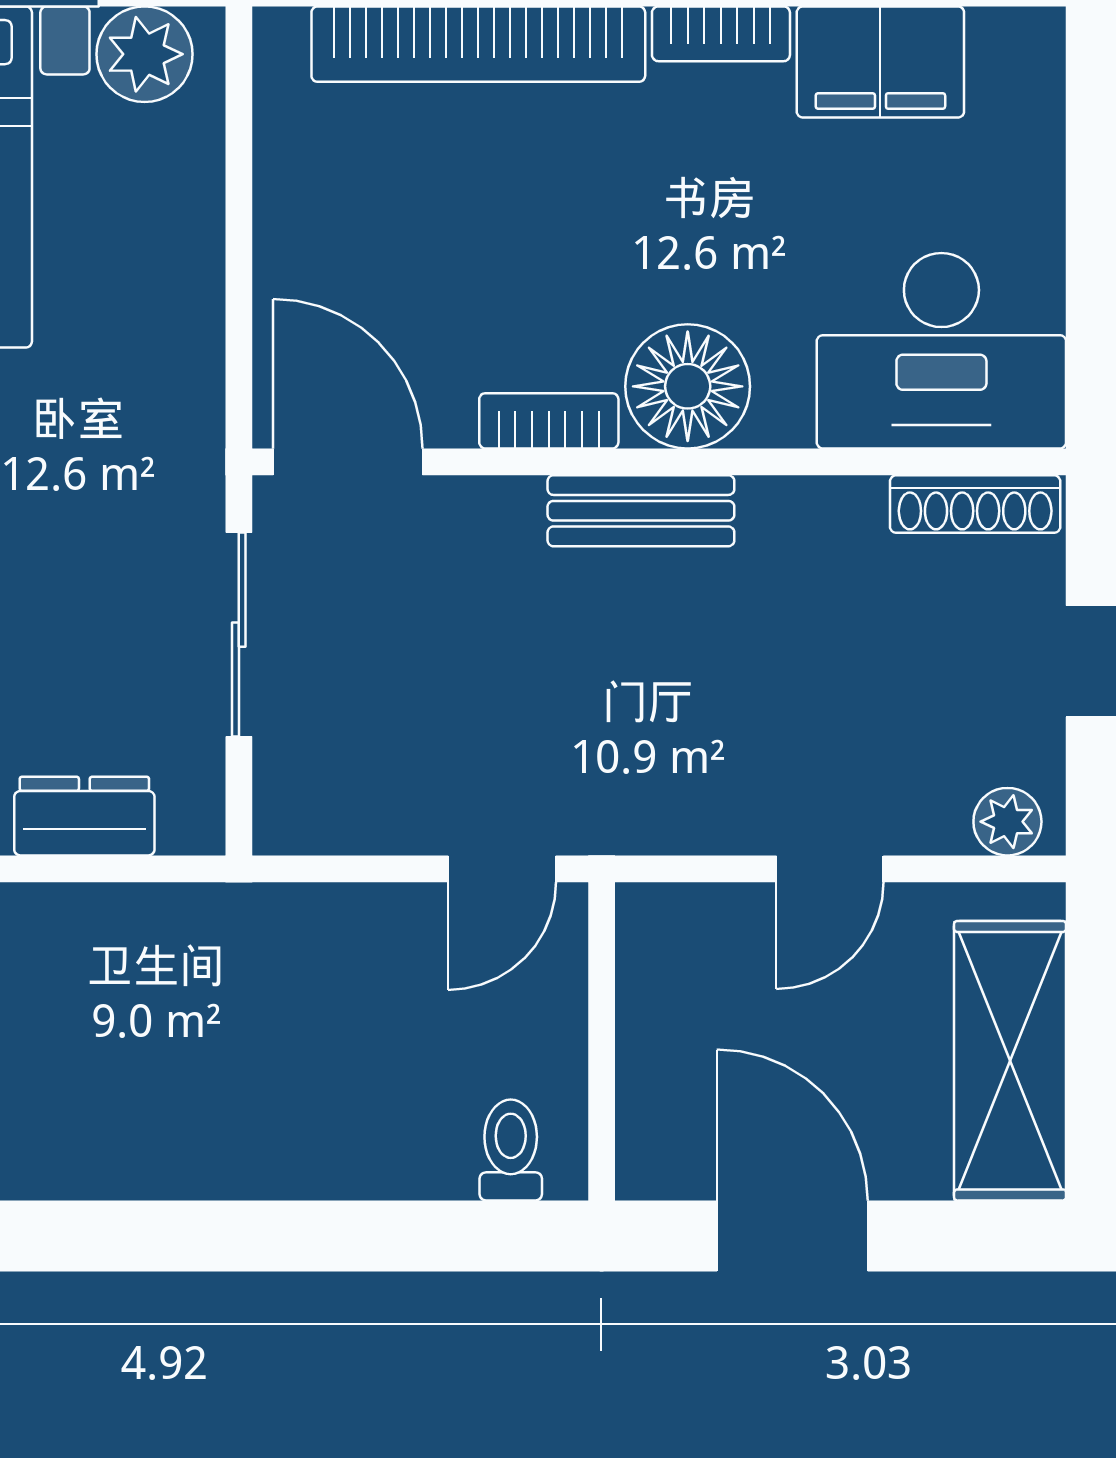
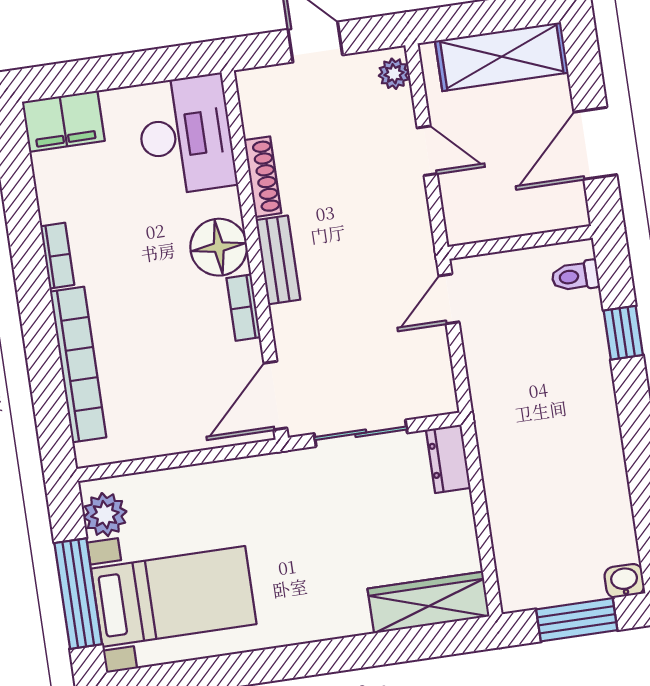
filing cabinet: (880, 62) -> (63, 121), moved, turned 90
shoe rack: (975, 504) -> (263, 177), moved
dresser: (84, 816) -> (448, 459), moved
door: (502, 869) -> (449, 299), swing flipped
window: (373, 1236) -> (623, 333), added

